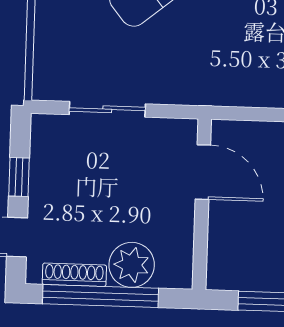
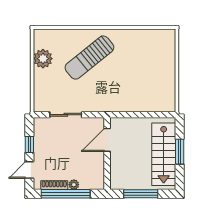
door: (203, 172) -> (107, 140), swing flipped
plant: (132, 265) -> (74, 185), width x0.53, depth x0.53

